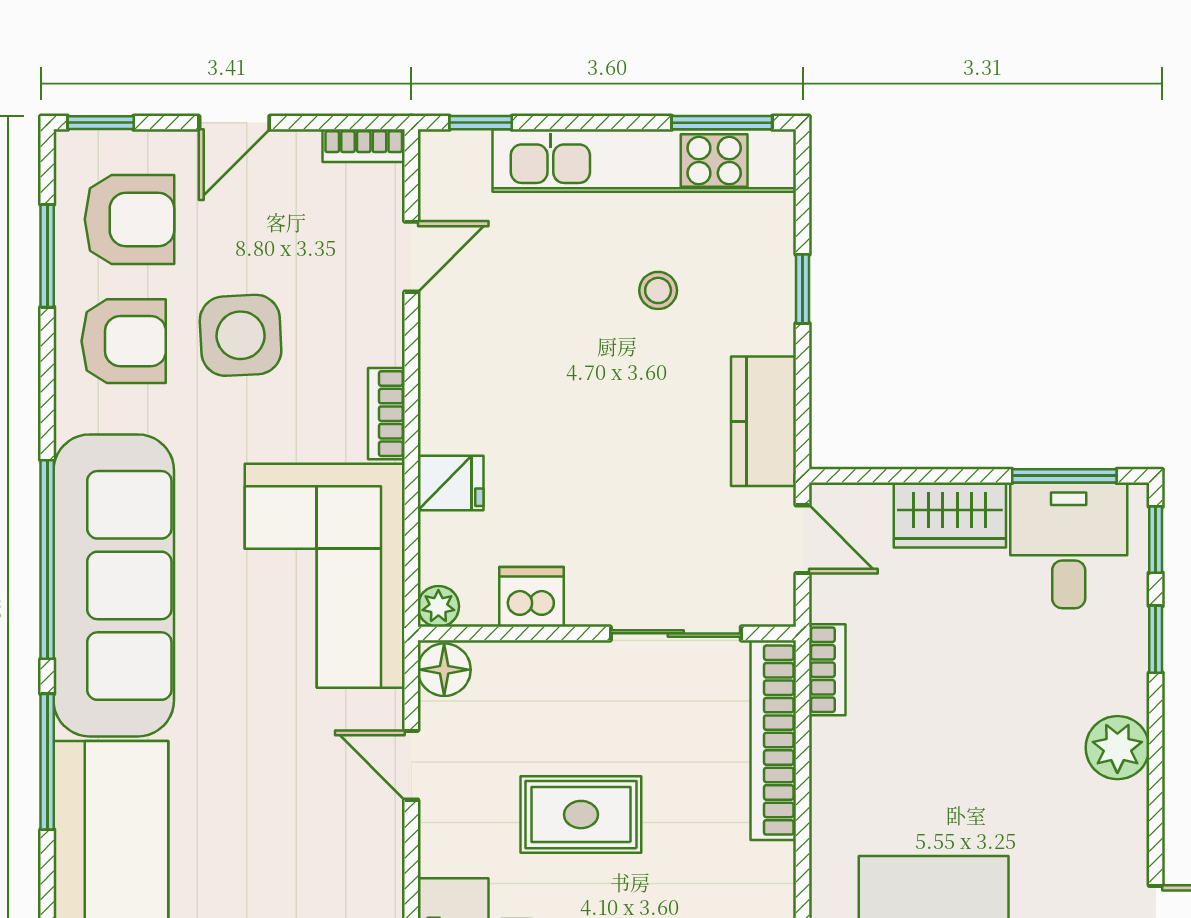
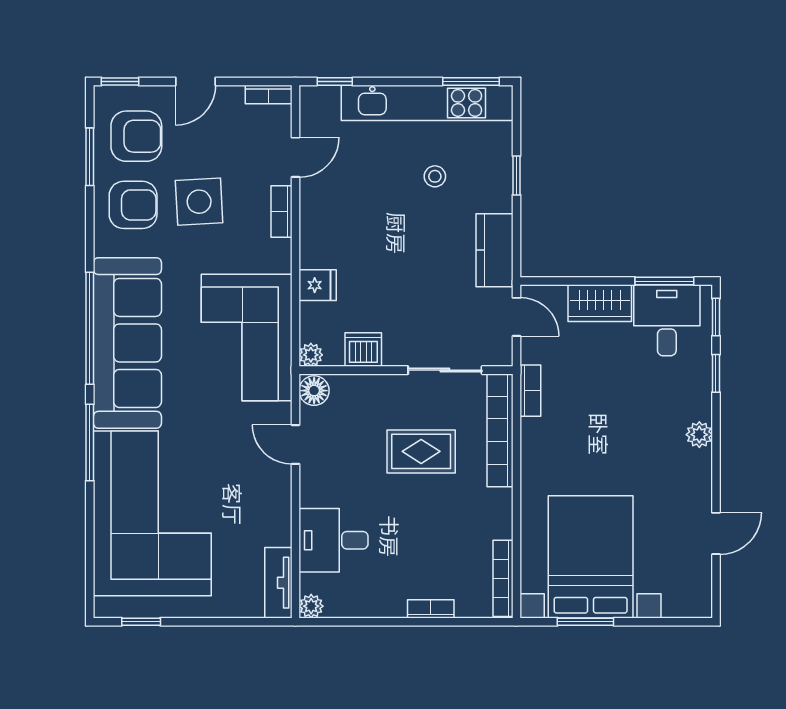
bookcase: (386, 414) -> (281, 211), moved
plant: (1117, 748) -> (699, 435), width x0.73, depth x0.73
rug: (581, 815) -> (421, 451), moved

